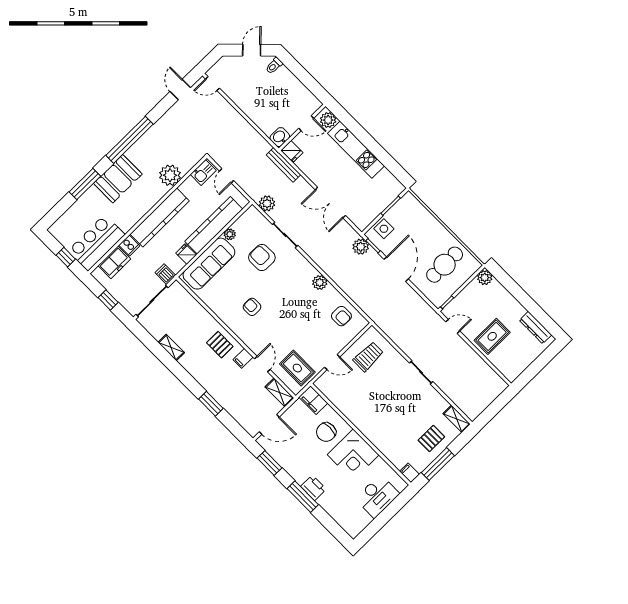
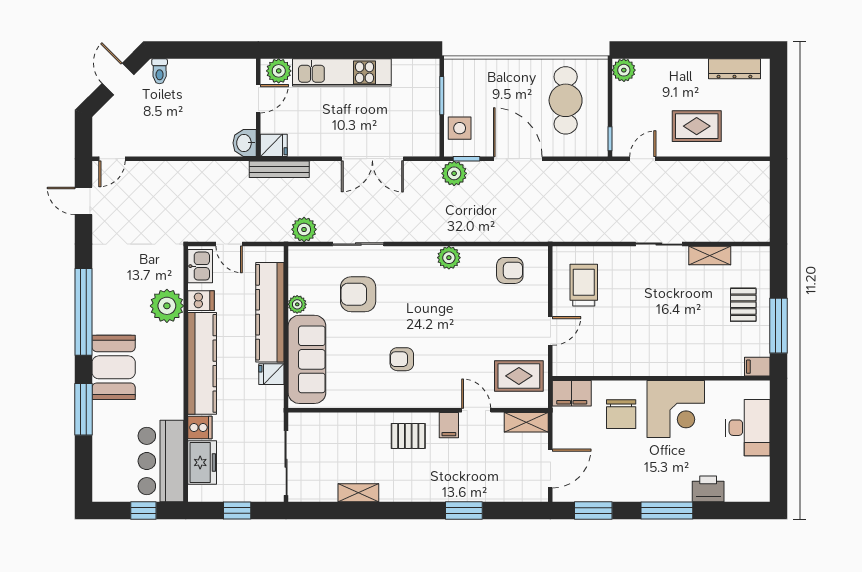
dishwasher: (165, 274) -> (201, 301), moved, turned 180
rug: (492, 336) -> (697, 126), turned 90
shelving: (457, 419) -> (710, 256), moved
printer: (313, 488) -> (708, 489), moved

